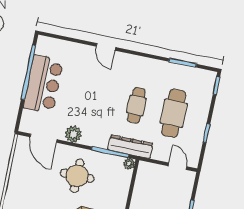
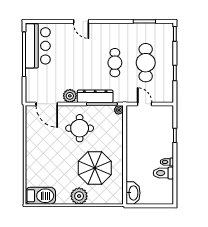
bar counter: (43, 84) -> (38, 46), moved
dresser: (130, 147) -> (95, 96), moved
door: (177, 166) -> (145, 104), moved

